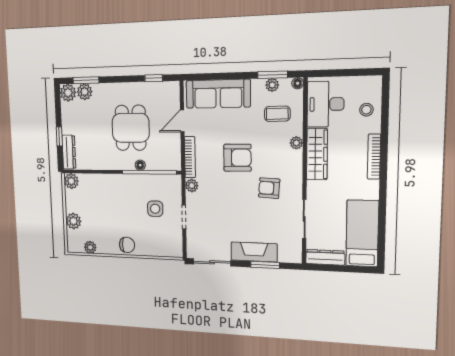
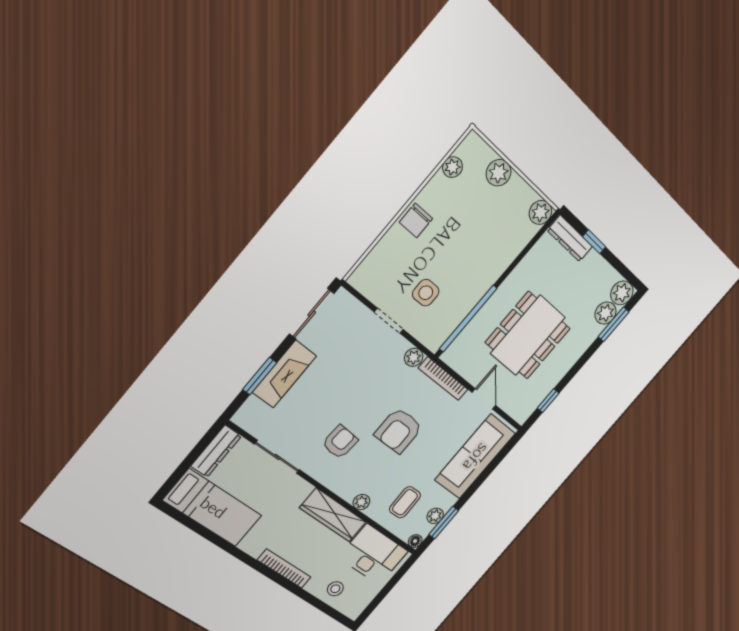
dining table: (131, 128) -> (528, 335), width x1.38
floor lamp: (140, 165) -> (484, 314), removed

